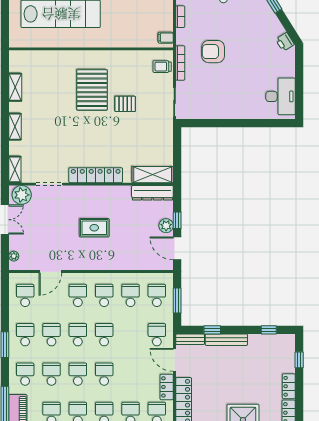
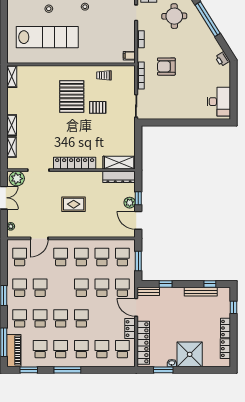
trolley: (162, 67) -> (104, 75), moved
shelving: (15, 87) -> (12, 77), moved
shelving: (15, 169) -> (11, 147), moved
school desk: (78, 335) -> (102, 288), moved
bench: (226, 340) -> (201, 292), moved

